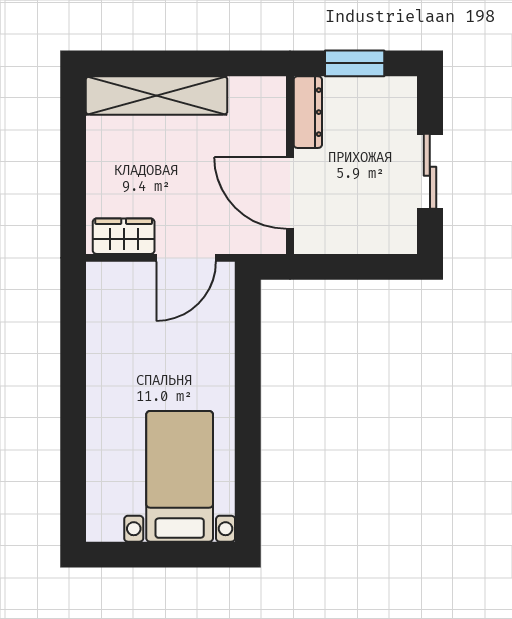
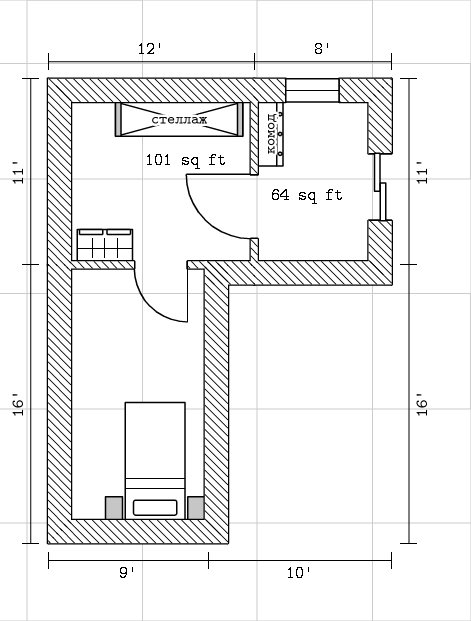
shelving: (157, 95) -> (179, 119), moved
door: (186, 258) -> (161, 265), hinge flipped

